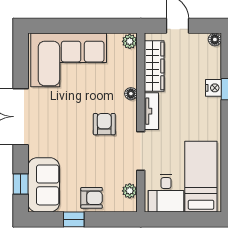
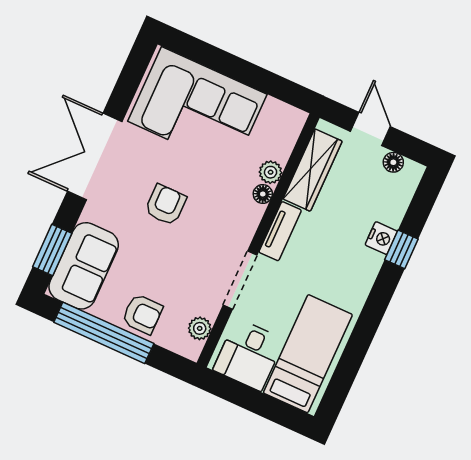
floor lamp: (215, 39) -> (393, 162), moved
plant: (130, 41) -> (271, 172), moved
armchair: (104, 124) -> (166, 205), moved
window: (21, 184) -> (52, 250), width x1.50
window: (74, 219) -> (104, 333), width x3.17

